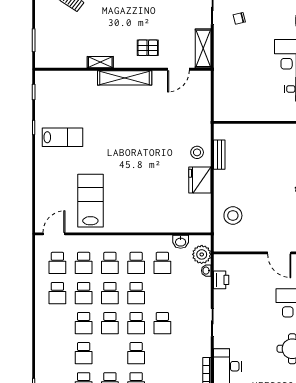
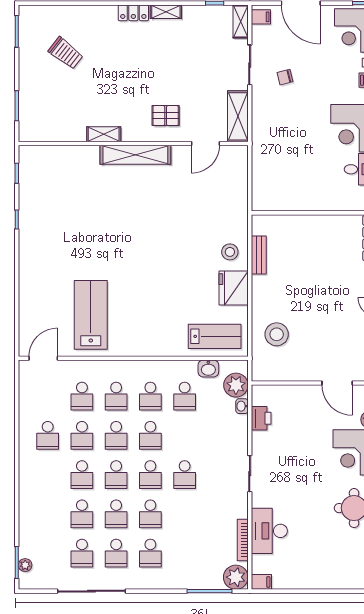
lab bench: (63, 137) -> (215, 336), moved
school desk: (57, 263) -> (116, 514), moved

